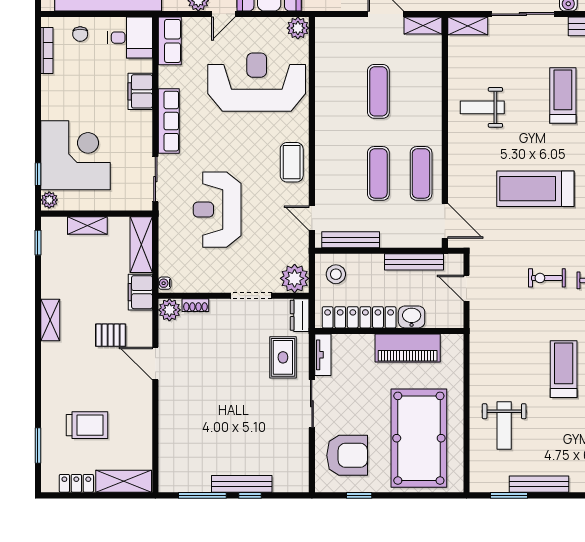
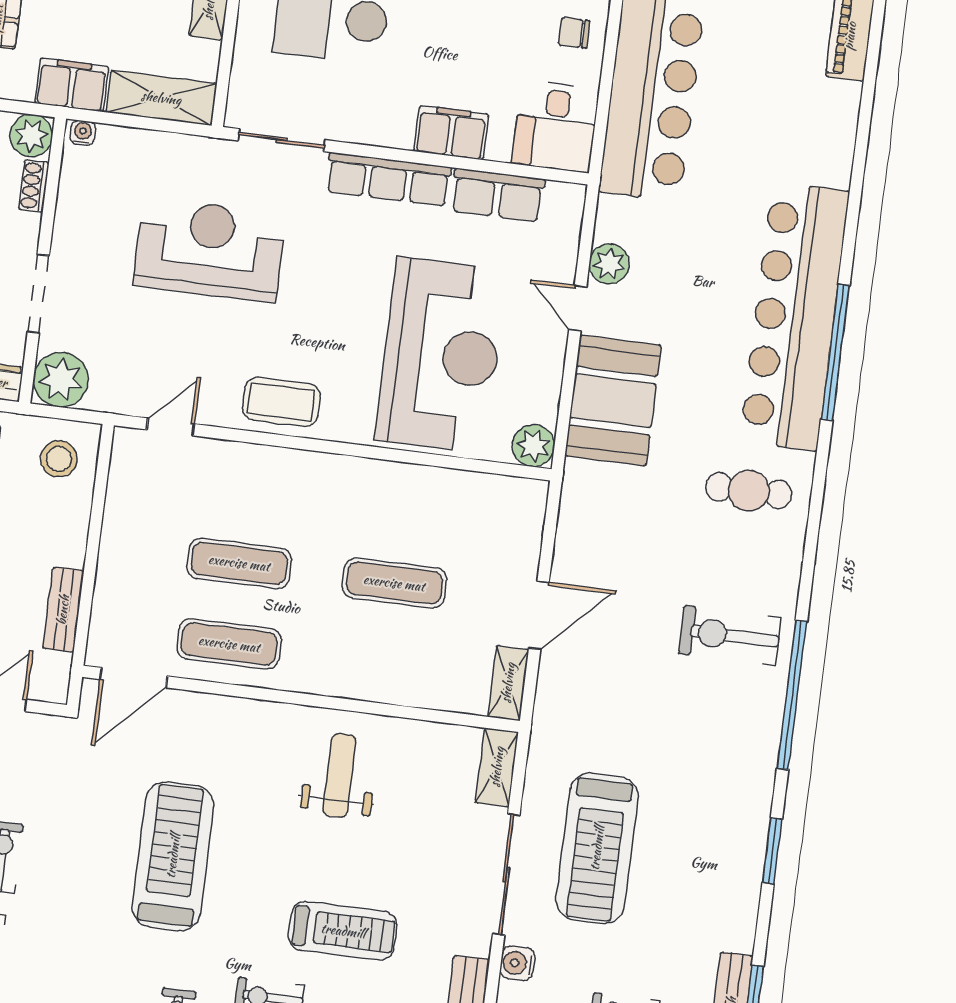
row of seats: (170, 41) -> (498, 195), moved
bench: (351, 240) -> (120, 495), removed
bench: (414, 262) -> (63, 610), width x0.73

